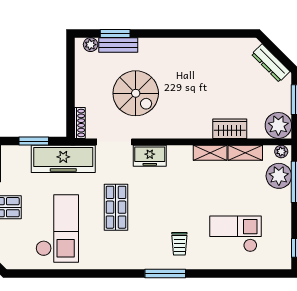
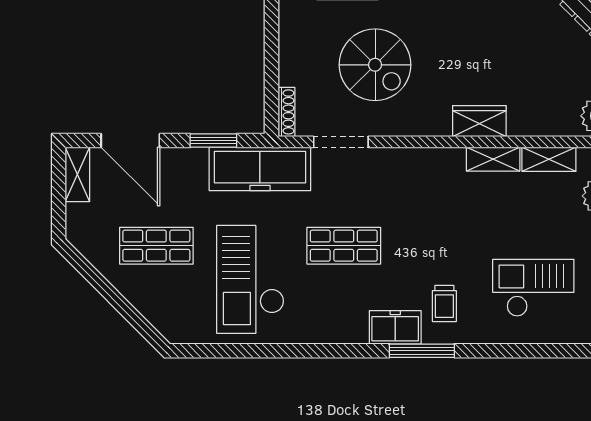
wardrobe: (230, 129) -> (479, 121), moved
freezer: (150, 156) -> (395, 327), moved, turned 180
shop shelf: (116, 207) -> (344, 246), turned 90
checkout: (57, 228) -> (250, 279), turned 180

